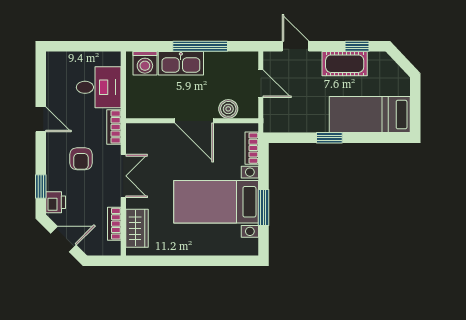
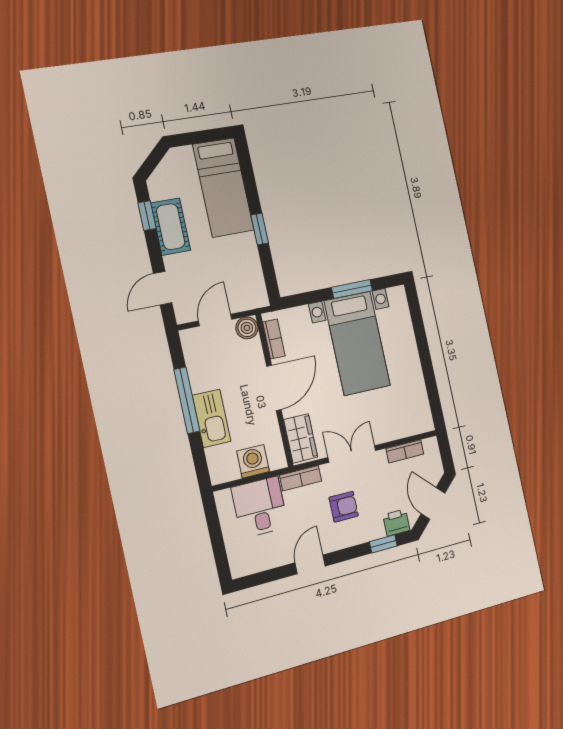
washing machine: (145, 63) -> (253, 461), moved, turned -90
boiler: (228, 109) -> (247, 328), moved
bookcase: (252, 148) -> (274, 339), moved, turned -90
wardrobe: (137, 228) -> (301, 438), moved, turned 90

